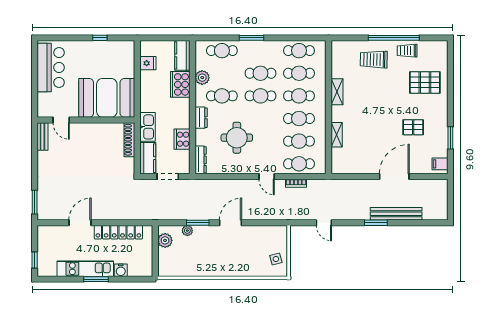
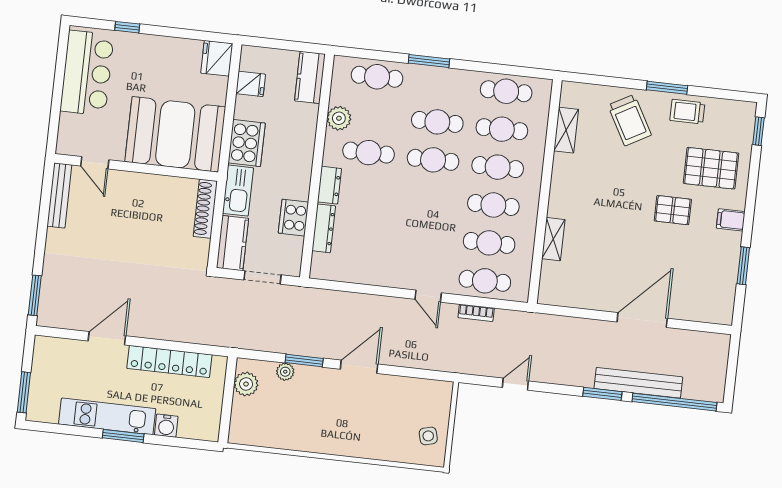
window: (100, 38) -> (127, 27), moved
window: (394, 38) -> (667, 88), width x0.47
fridge: (126, 50) -> (217, 58), added
window: (450, 57) -> (758, 131), added
trolley: (374, 59) -> (630, 120), turned -120
cooker: (180, 84) -> (247, 143), moved, turned 180
shelving: (337, 92) -> (566, 130), moved
pallet: (413, 127) -> (673, 210), moved
bench: (42, 137) -> (59, 195), width x1.36
round table: (237, 138) -> (385, 225), removed
dresser: (201, 160) -> (324, 228), moved
filing cabinet: (440, 164) -> (731, 220), moved
door: (324, 223) -> (515, 384), swing flipped
window: (419, 223) -> (674, 402), added
window: (35, 260) -> (24, 392), width x1.50

